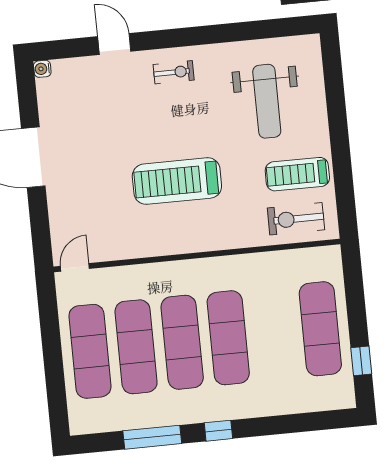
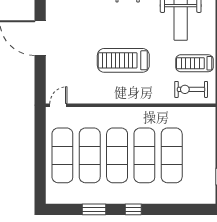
exercise mat: (320, 329) -> (172, 155), moved
window: (152, 437) -> (94, 209), width x0.69

